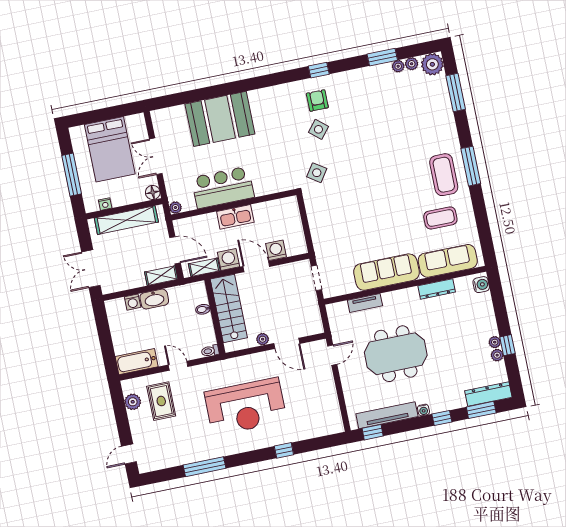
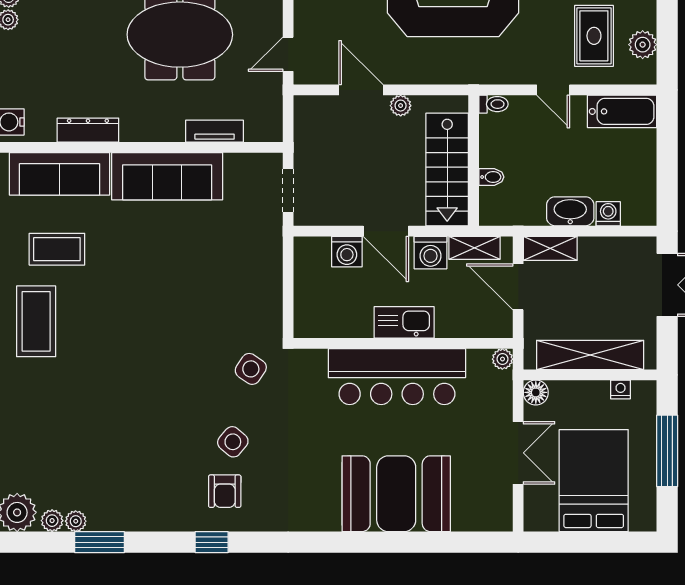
bar counter: (223, 187) -> (397, 377), width x1.36

